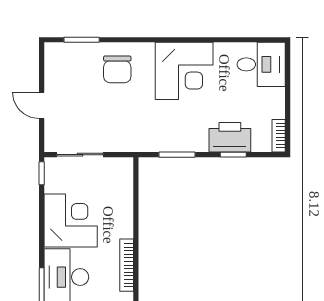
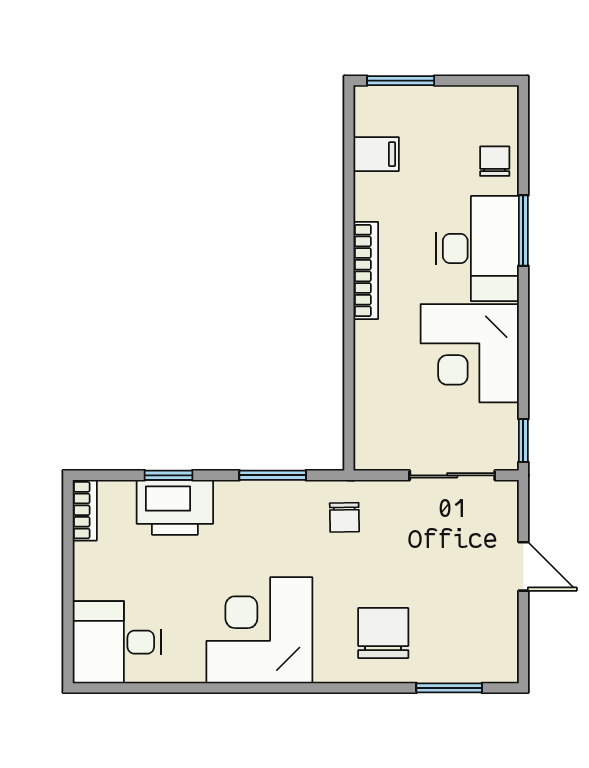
chair: (138, 132) -> (344, 517), added

